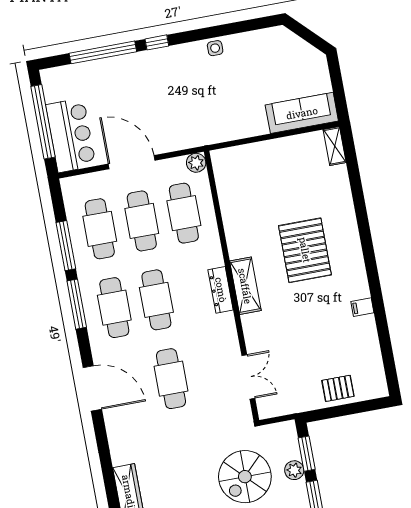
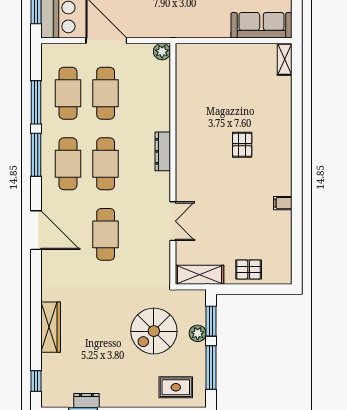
cafe table: (184, 213) -> (143, 93), removed
pallet: (305, 250) -> (242, 145), width x0.49, depth x0.50
shelving: (245, 286) -> (200, 275), moved, turned 90
dresser: (221, 290) -> (163, 151), moved
double door: (248, 377) -> (173, 221), moved

